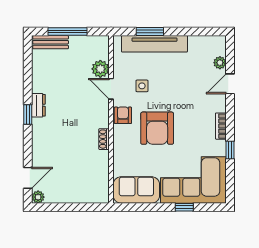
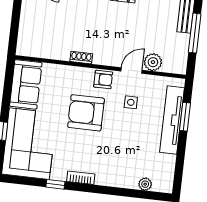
door: (230, 84) -> (123, 192), removed

